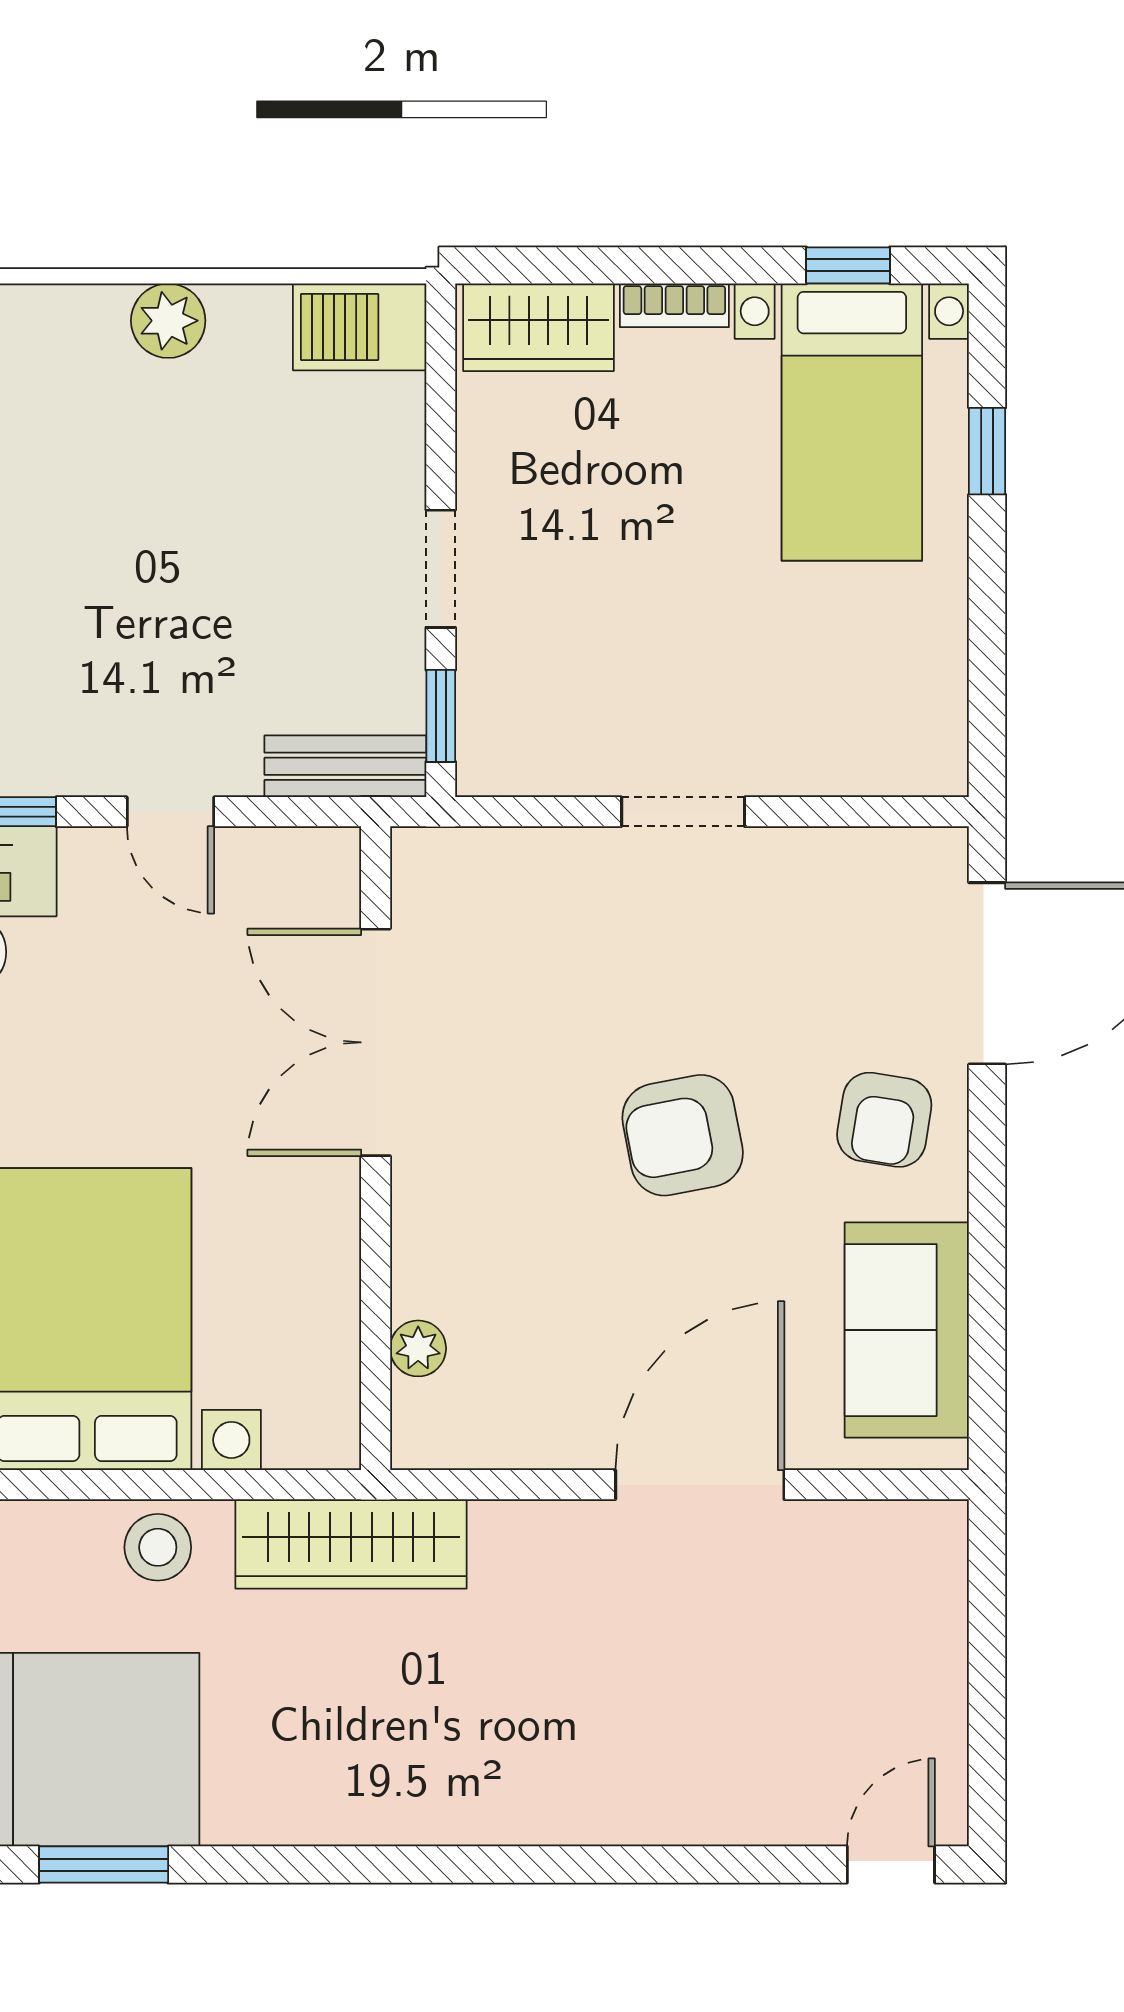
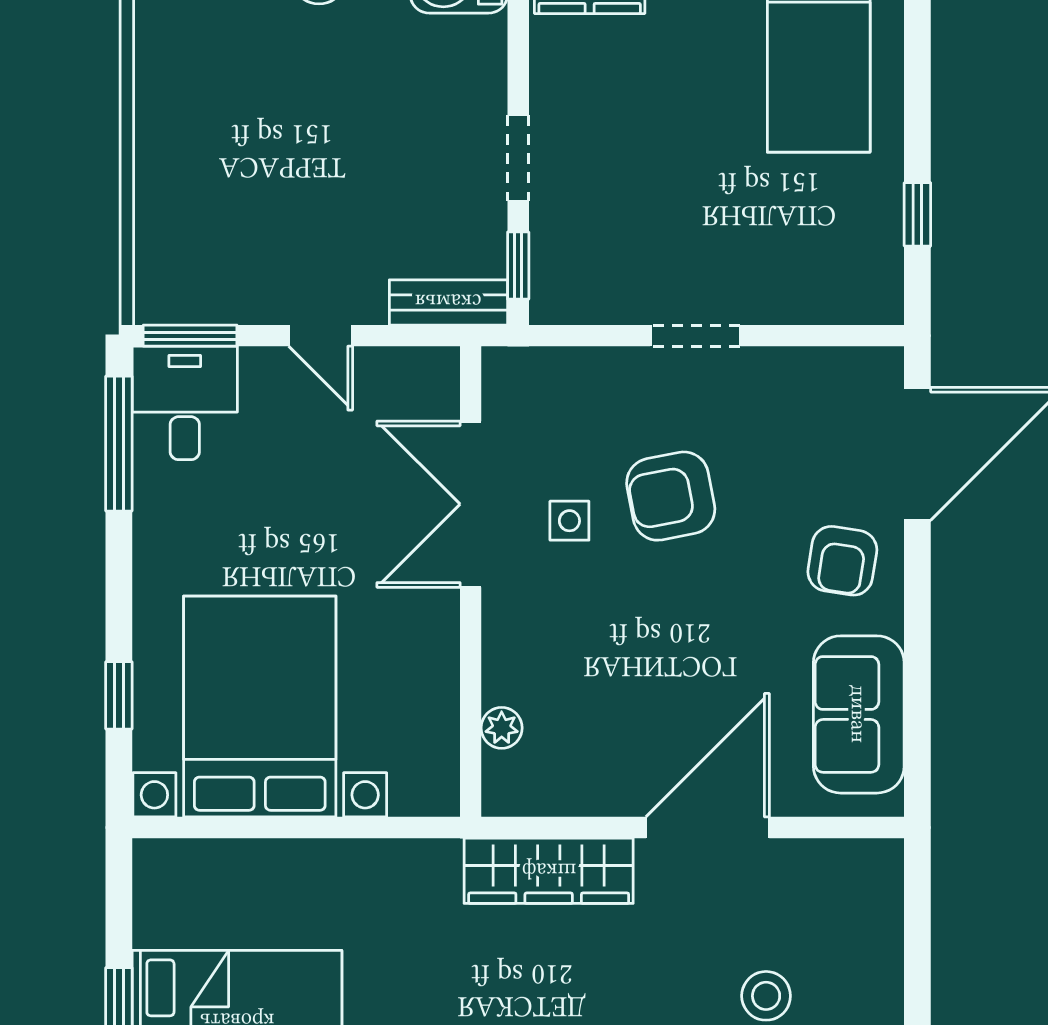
window: (987, 451) -> (917, 214), moved
side table: (511, 1065) -> (569, 521), added
armchair: (683, 1135) -> (671, 496), moved
wardrobe: (351, 1544) -> (549, 871), moved
stool: (158, 1547) -> (766, 996), moved

